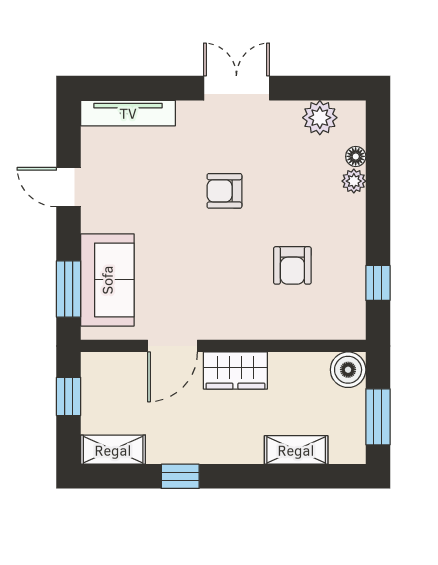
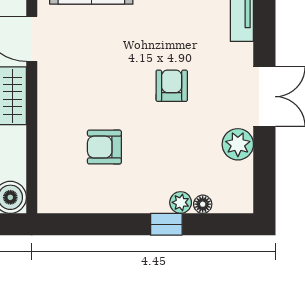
plant: (320, 118) -> (238, 144), moved
window: (378, 283) -> (166, 224), moved

